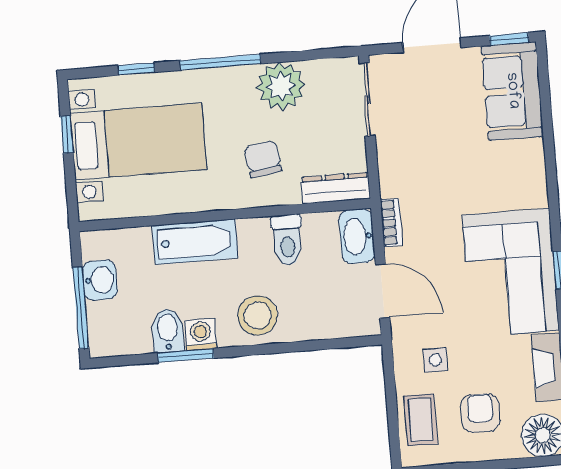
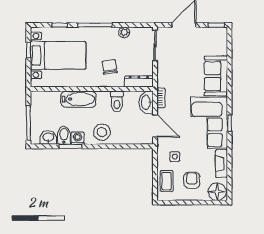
plant: (281, 86) -> (124, 32), width x0.53, depth x0.53
sofa: (512, 91) -> (216, 76), moved
washbasin: (100, 280) -> (48, 137), moved, turned -90

